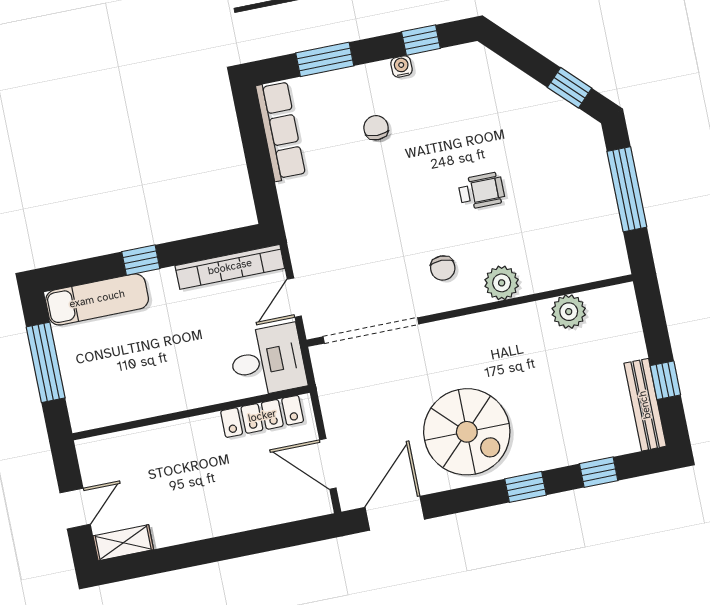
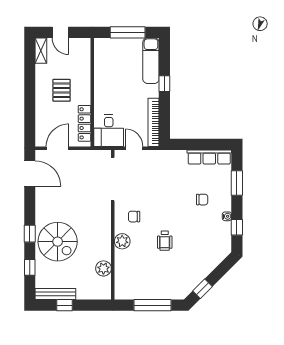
spiral stairs: (467, 432) -> (58, 242), moved, turned -90
pallet: (200, 481) -> (62, 90), added

